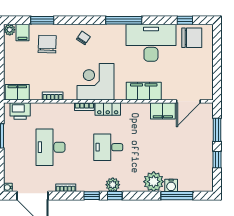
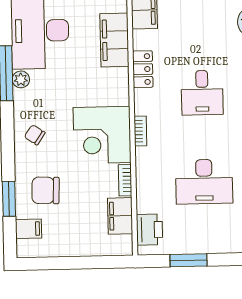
plant: (10, 30) -> (21, 79), moved
corner desk: (96, 82) -> (102, 135), moved
filing cabinet: (17, 92) -> (120, 216), moved
locker: (108, 109) -> (143, 69), moved

